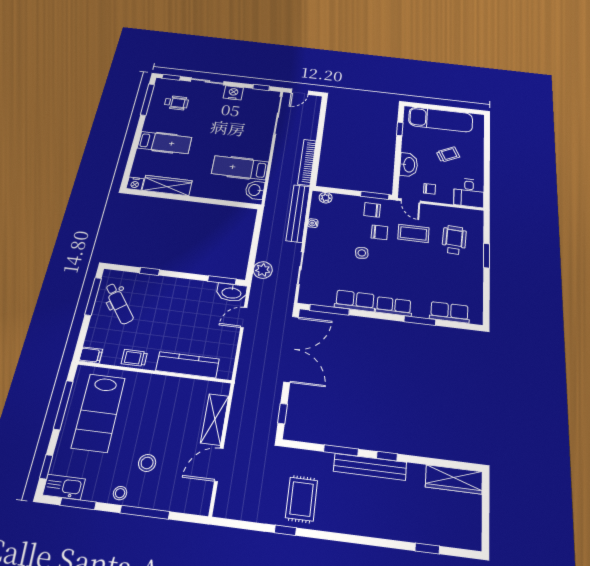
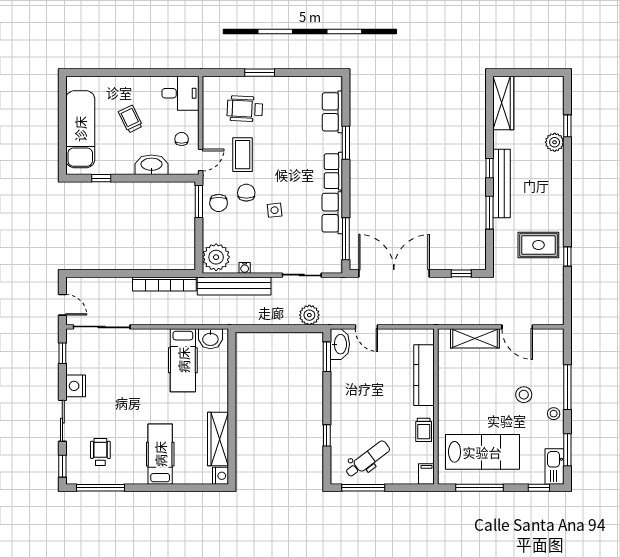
plant: (326, 198) -> (216, 257), width x1.88, depth x1.88
plant: (410, 531) -> (555, 142), added

